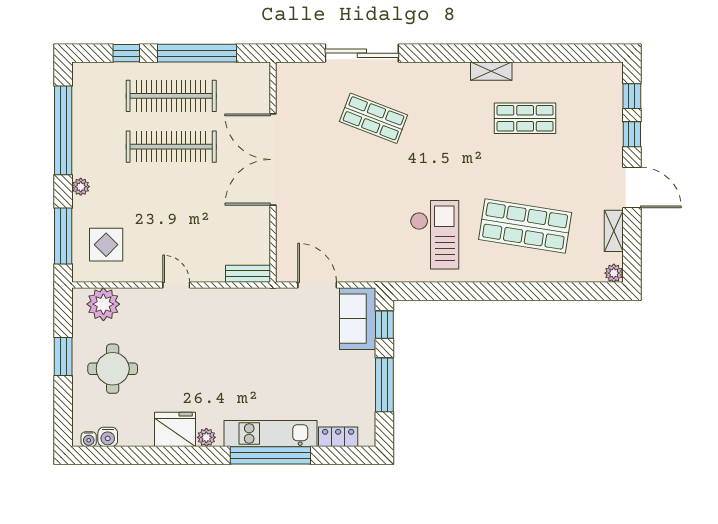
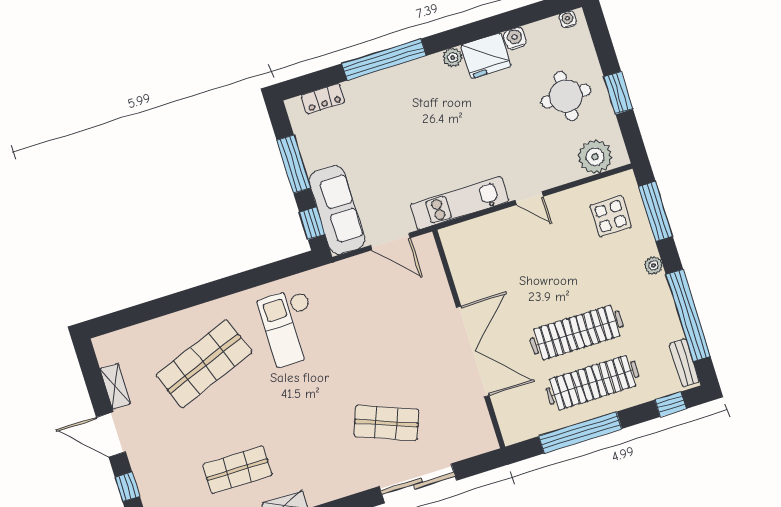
window: (126, 53) -> (670, 404), moved
shop shelf: (525, 226) -> (204, 364), turned -30
plant: (614, 273) -> (102, 345), removed
bench: (248, 274) -> (684, 363), moved, turned 90
sofa: (358, 319) -> (337, 210), width x1.36
kitchen unit: (271, 433) -> (459, 203), moved, turned 180
water cooler: (108, 437) -> (515, 38), moved

